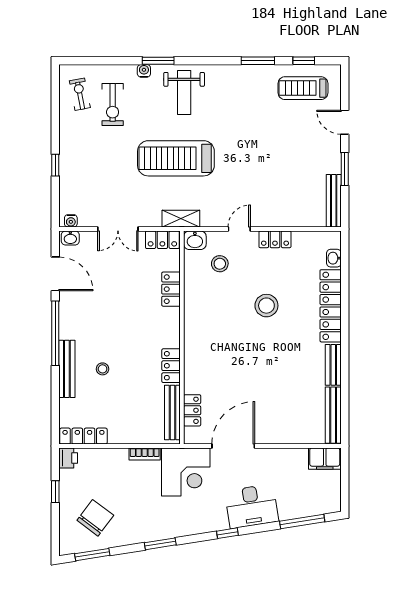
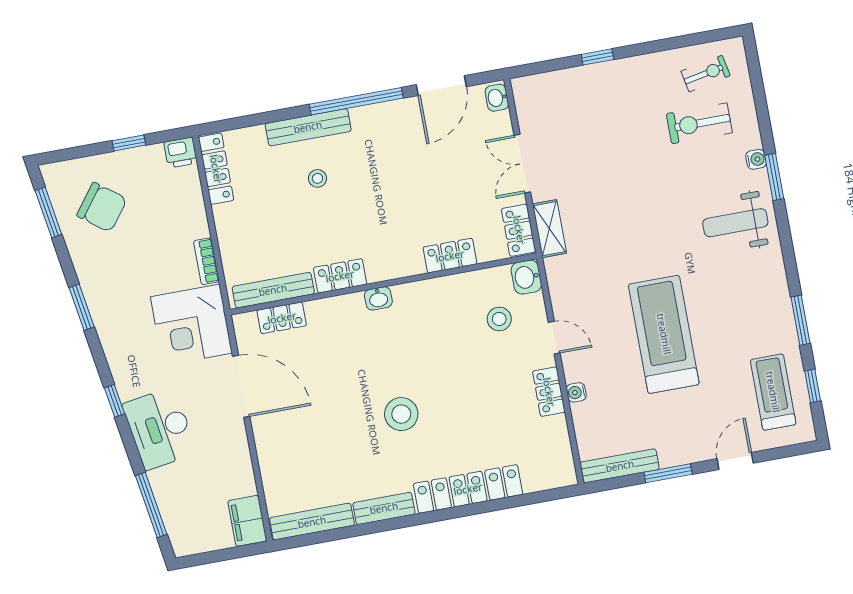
treadmill: (176, 158) -> (664, 334), moved
shelving: (181, 219) -> (549, 229), moved
water cooler: (71, 221) -> (576, 392), moved
washbasin: (334, 258) -> (378, 298), moved, turned 180
stool: (266, 306) -> (401, 414), moved

